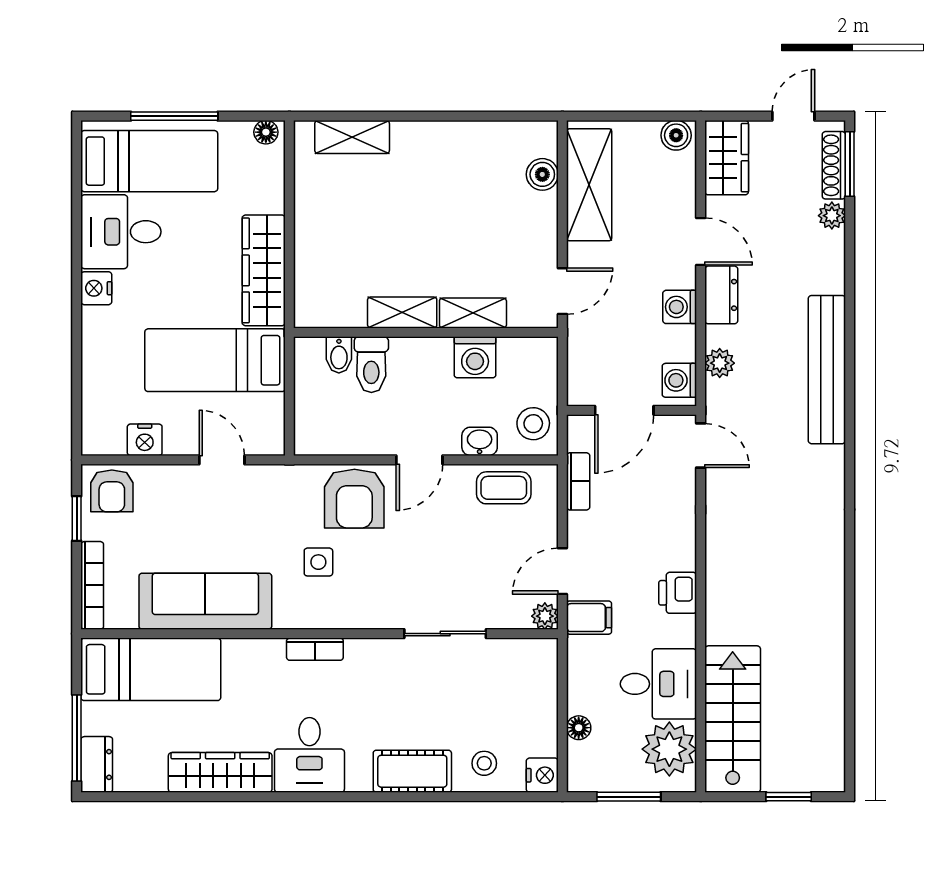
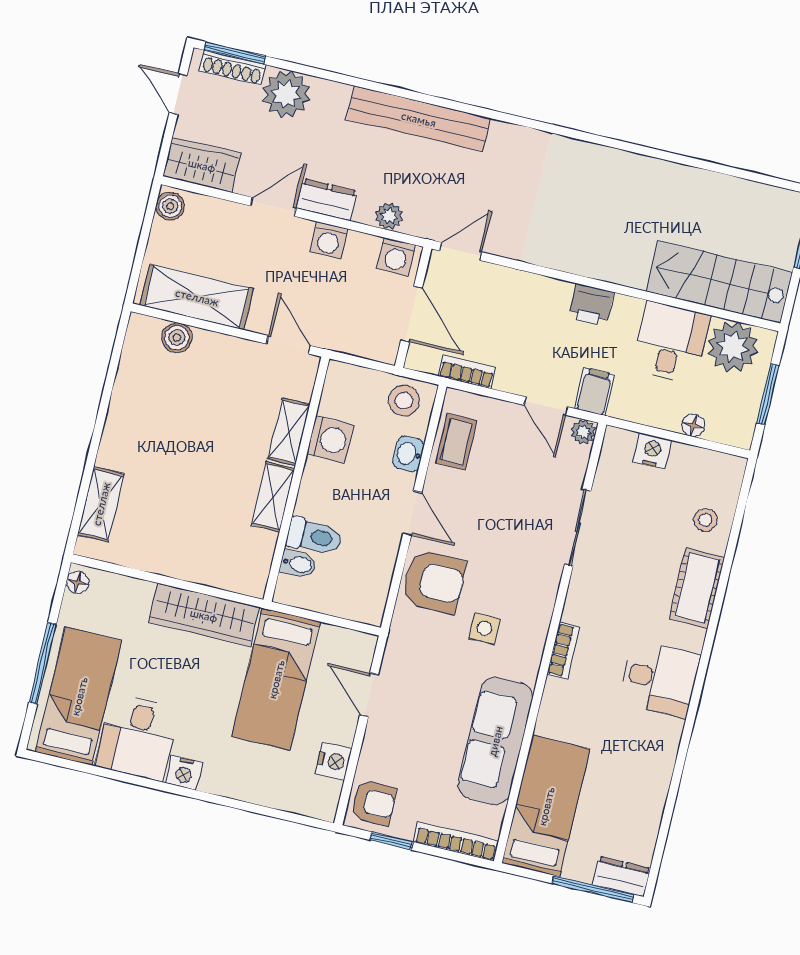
plant: (832, 216) -> (286, 94), width x1.88, depth x1.88
door: (222, 460) -> (369, 695), hinge flipped
wardrobe: (220, 772) -> (656, 765), removed
nightstand: (542, 775) -> (652, 451), moved

